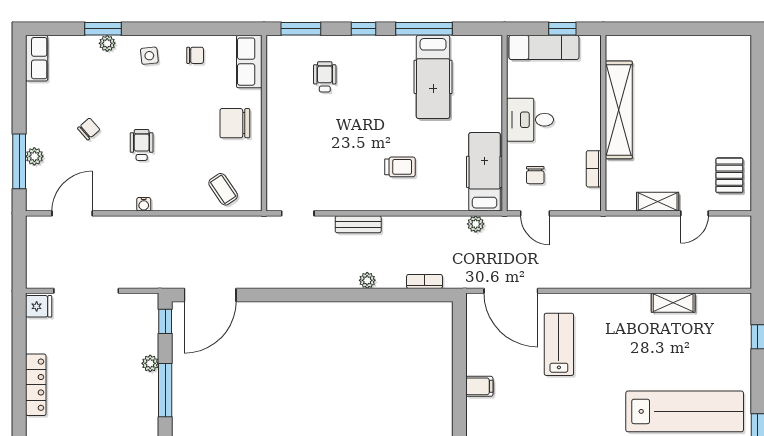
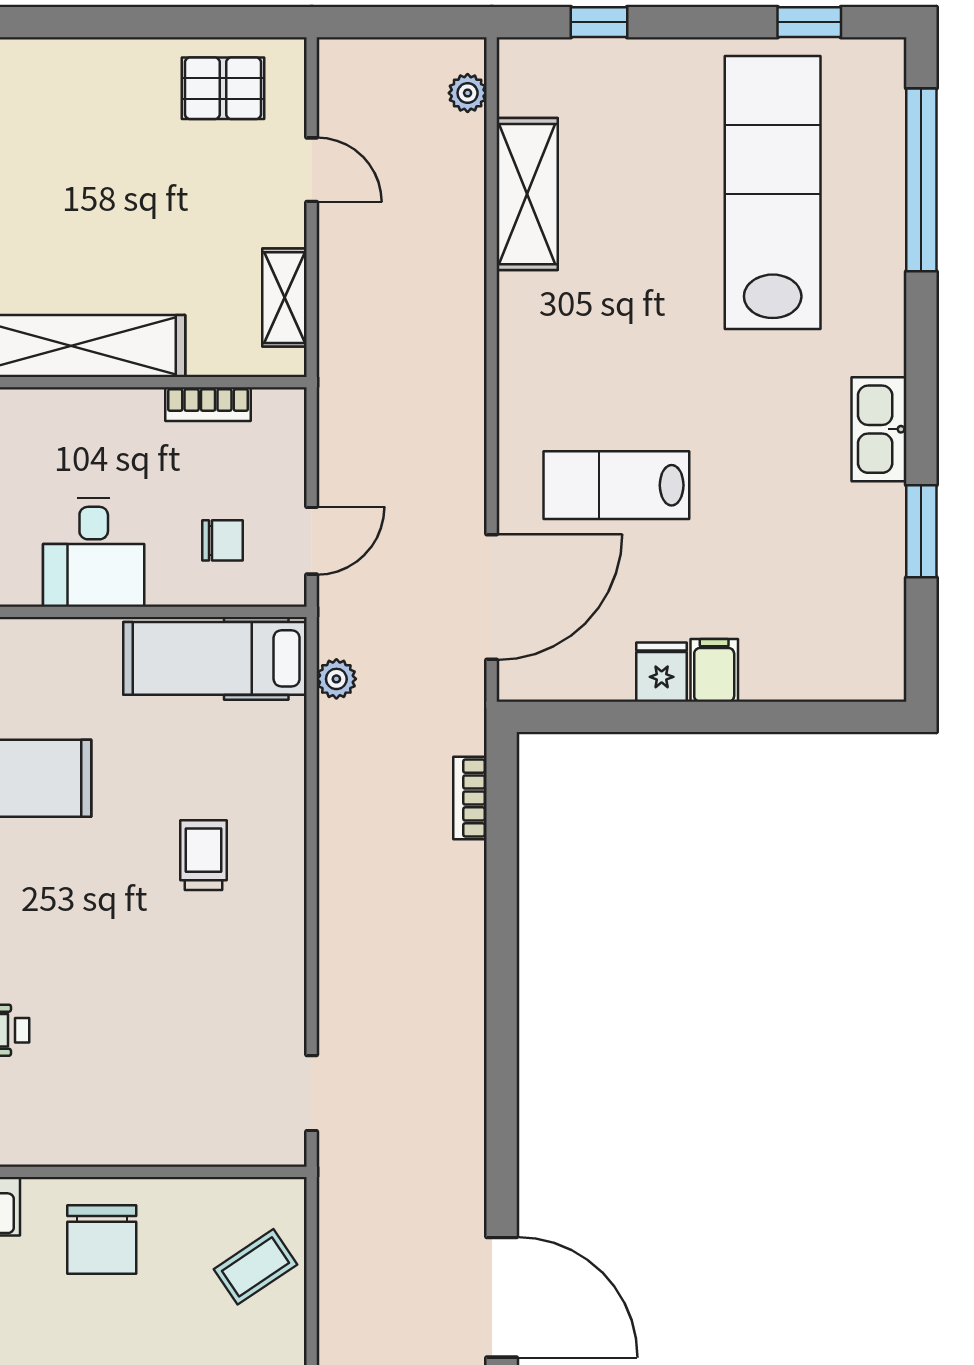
shelving: (658, 202) -> (285, 298), moved
bench: (358, 224) -> (337, 952), removed
plant: (367, 280) -> (468, 93), moved
shelving: (673, 303) -> (527, 194), width x1.50, depth x1.33
fridge: (479, 364) -> (662, 672), added

